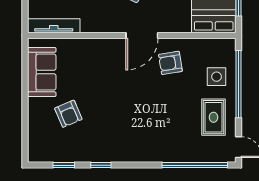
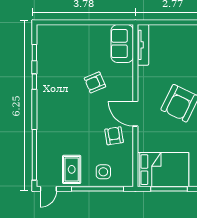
sofa: (42, 72) -> (122, 44), moved, turned 90
armchair: (68, 114) -> (95, 82), moved
rug: (214, 117) -> (72, 169), turned 90

